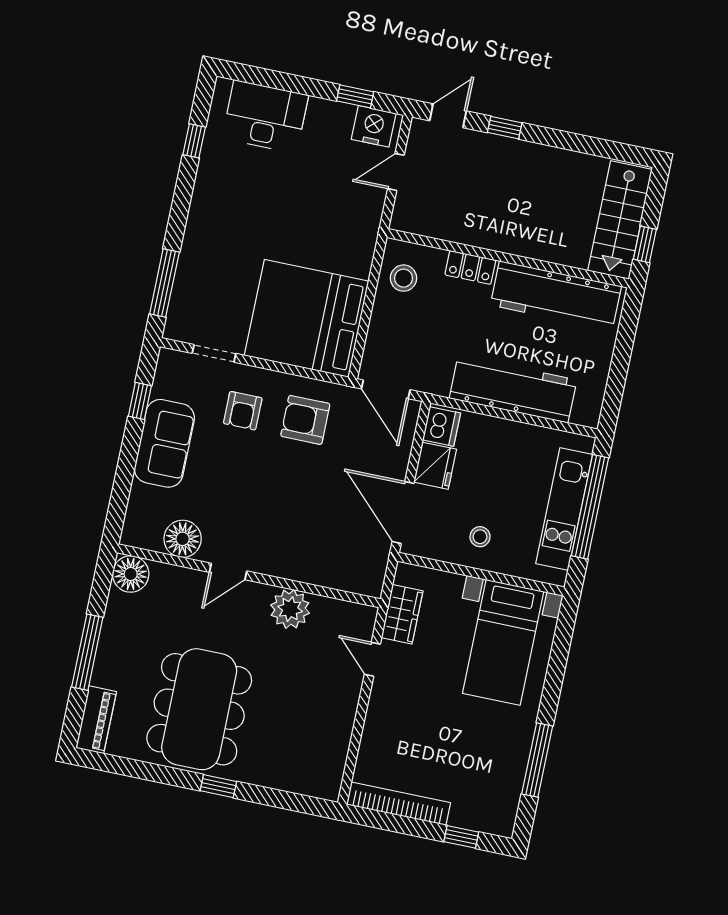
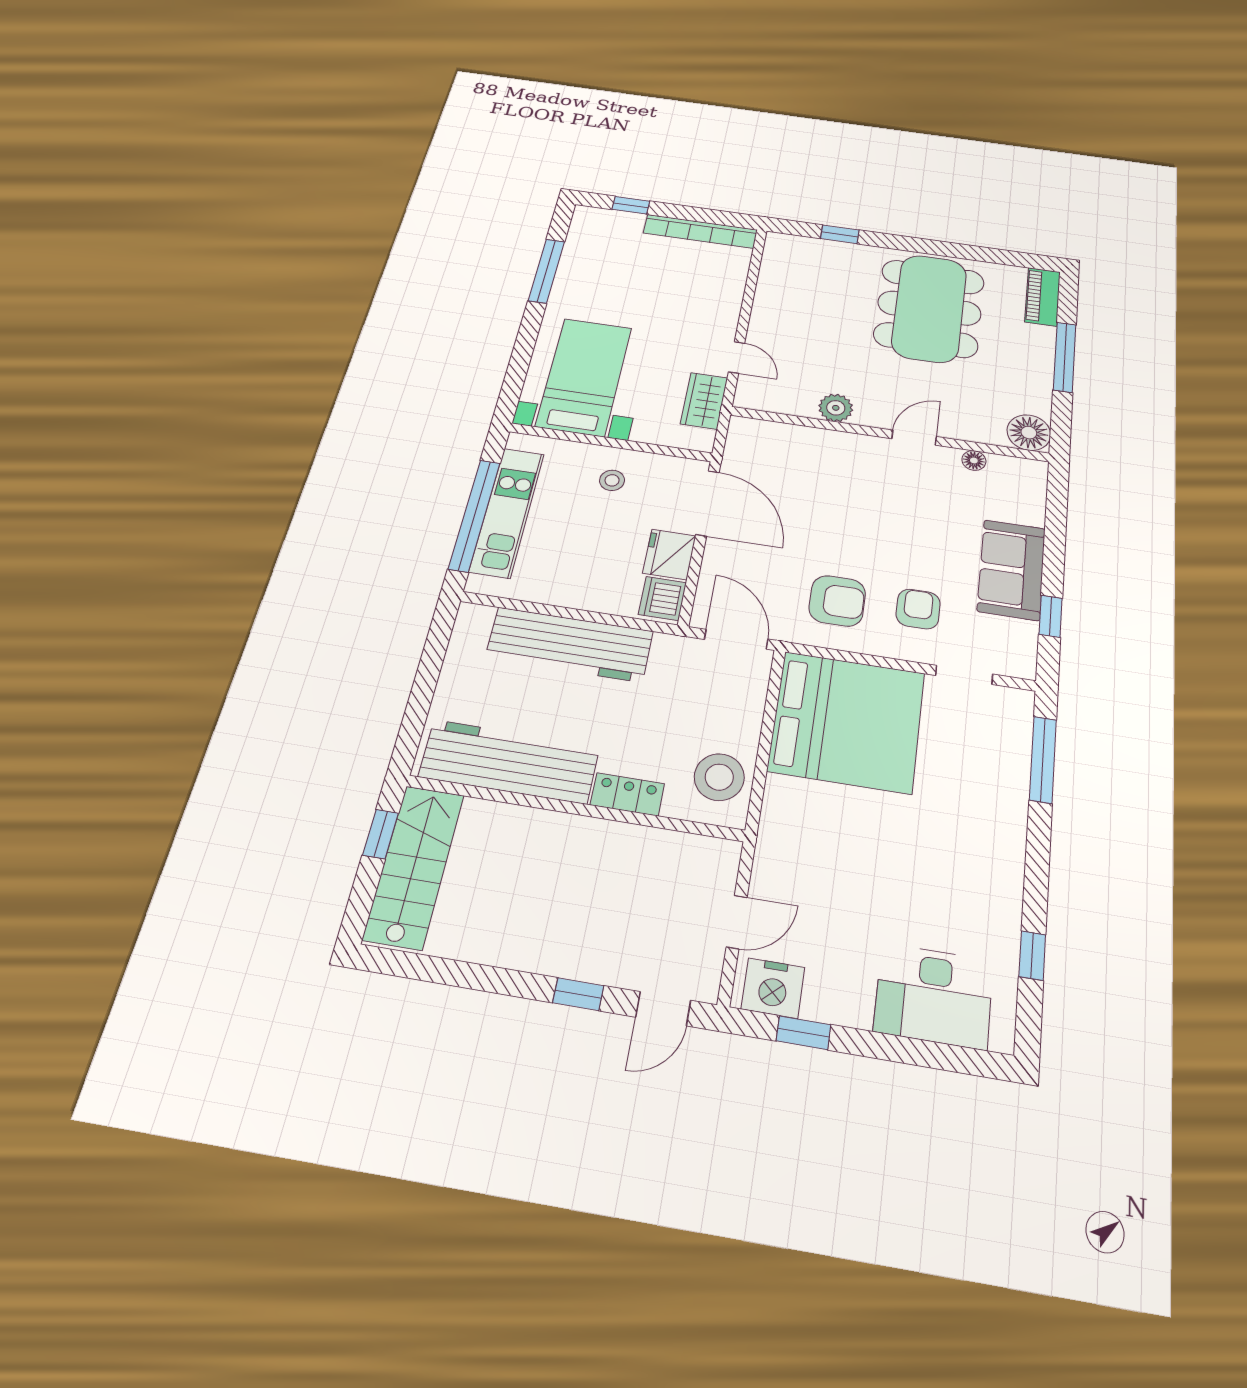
stool: (404, 278) -> (719, 777), width x1.38, depth x1.38
floor lamp: (183, 539) -> (974, 460), width x0.53, depth x0.53
plant: (290, 609) -> (836, 408), width x0.73, depth x0.73
window: (218, 786) -> (840, 234), moved

